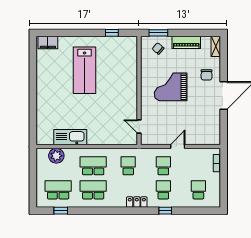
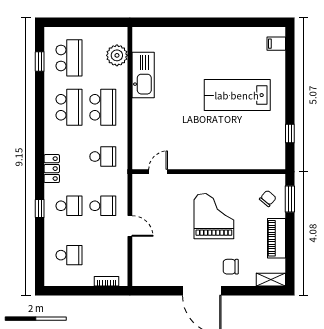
filing cabinet: (48, 42) -> (276, 44), width x0.50

